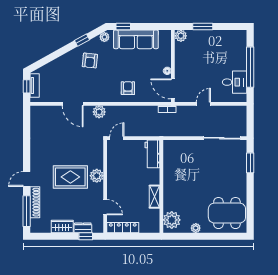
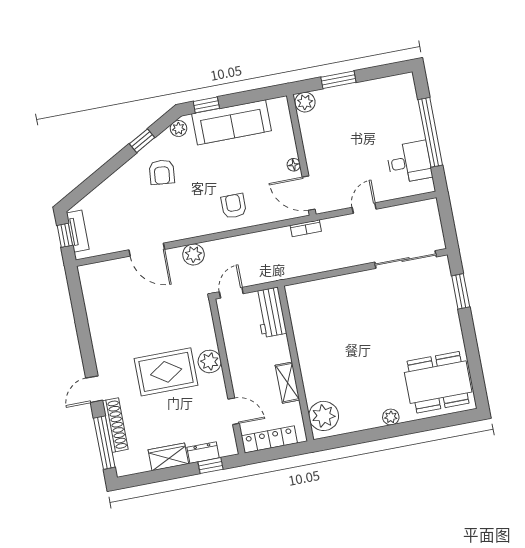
workbench: (152, 154) -> (270, 312), moved
wall: (161, 186) -> (296, 363), moved
shelving: (154, 197) -> (287, 383), moved
plant: (172, 220) -> (324, 416), moved

